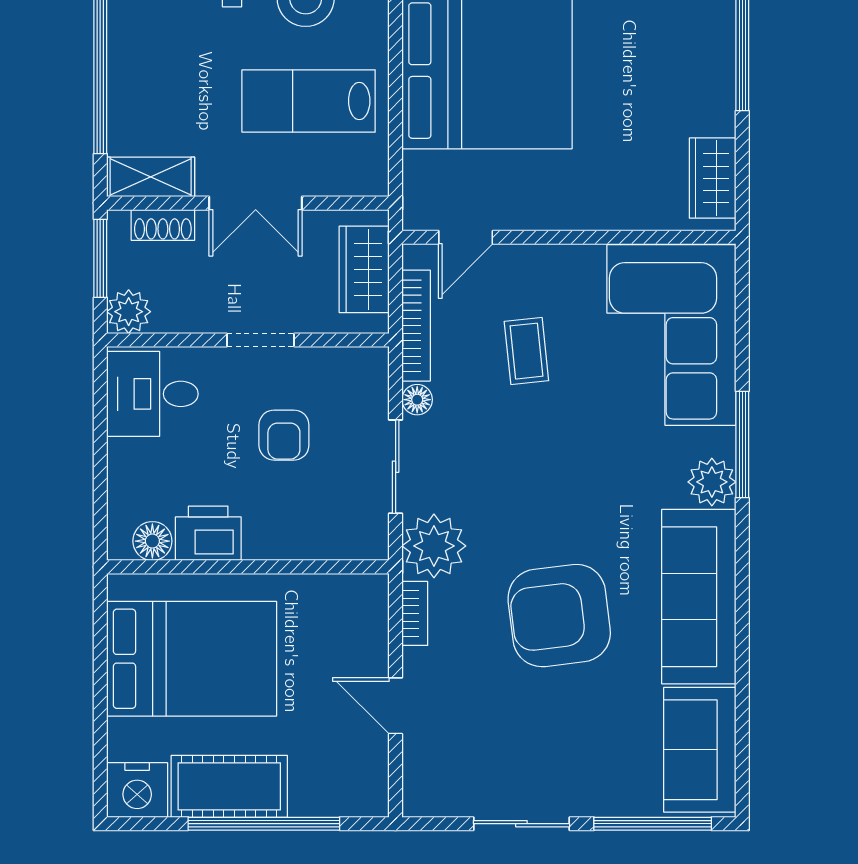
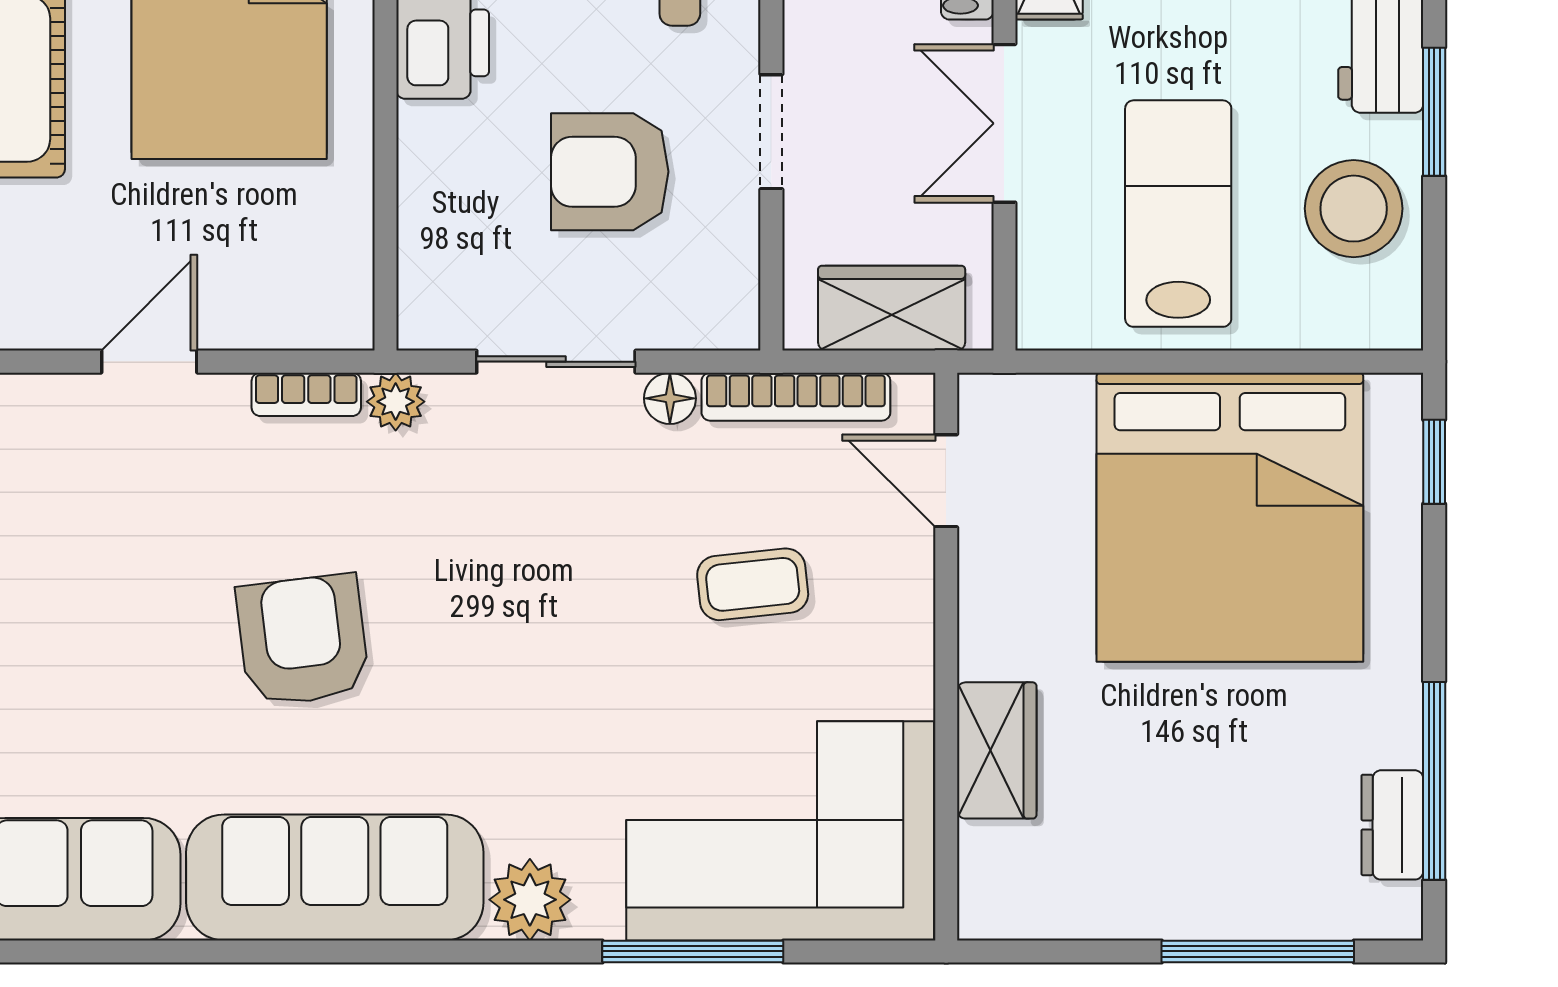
wardrobe: (713, 178) -> (997, 750), moved, turned 90
armchair: (284, 435) -> (610, 172), width x1.38, depth x1.38
window: (742, 444) -> (693, 951), moved
plant: (434, 546) -> (396, 402), width x0.53, depth x0.53
armchair: (559, 616) -> (303, 640), width x0.73, depth x0.73

